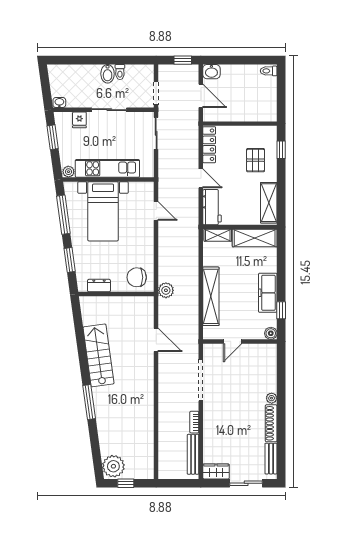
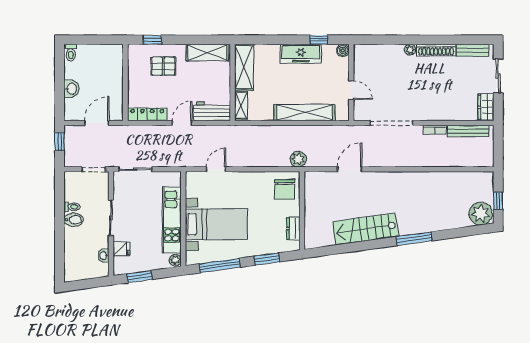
washbasin: (211, 72) -> (71, 89), moved
washbasin: (59, 102) -> (103, 255), moved

